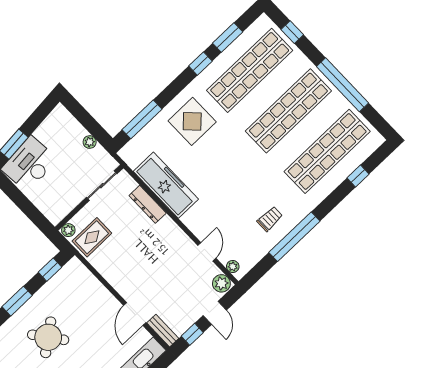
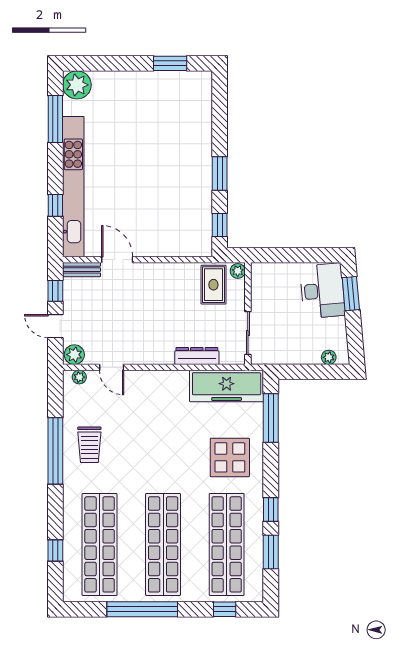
plant: (90, 142) -> (329, 357), moved
freezer: (166, 185) -> (227, 386), moved
trolley: (270, 219) -> (89, 445), width x1.36, depth x1.39
round table: (48, 337) -> (166, 171), removed

